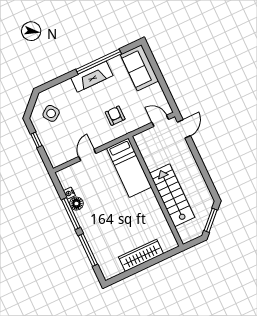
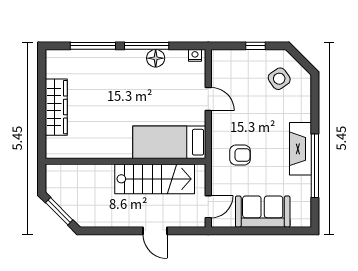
sofa: (139, 68) -> (263, 212), moved
door: (184, 129) -> (155, 231), moved
nightstand: (69, 193) -> (195, 55), moved
stairs: (172, 195) -> (155, 179), moved

